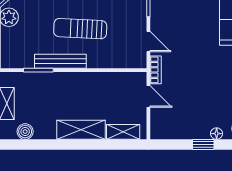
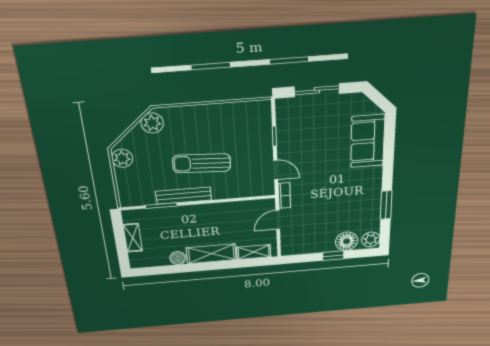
door: (148, 96) -> (278, 220), swing flipped
boiler: (25, 132) -> (178, 258), moved
floor lamp: (217, 134) -> (347, 241), width x1.89, depth x1.89

